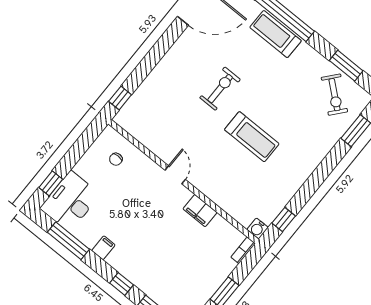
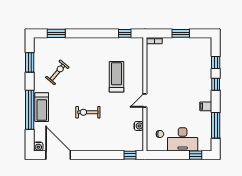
exercise bike: (334, 95) -> (57, 72), moved
treadmill: (252, 137) -> (116, 77), moved
desk: (70, 201) -> (183, 139), moved
filing cabinet: (200, 211) -> (152, 76), removed
water cooler: (258, 229) -> (139, 126), moved

